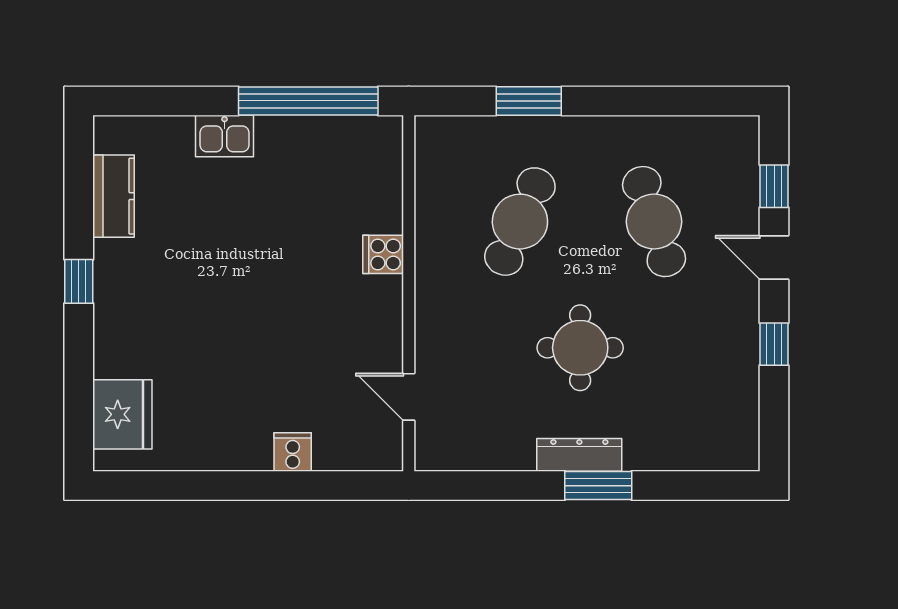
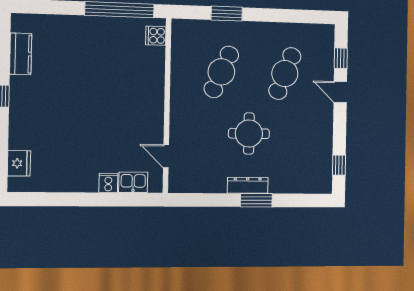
kitchen sink: (224, 136) -> (133, 182), moved, turned 180
cafe table: (654, 222) -> (285, 74), turned 39
cooker: (383, 254) -> (156, 36), moved
window: (774, 344) -> (339, 165), moved
fridge: (122, 414) -> (19, 163), width x0.73, depth x0.75

